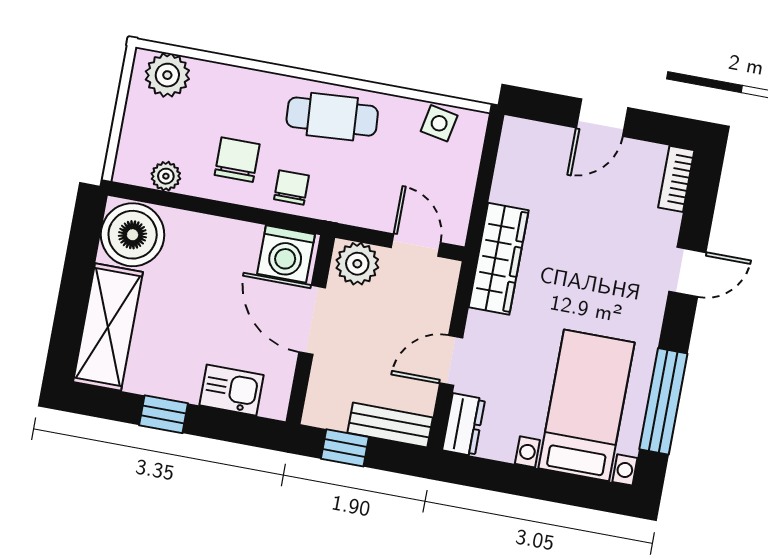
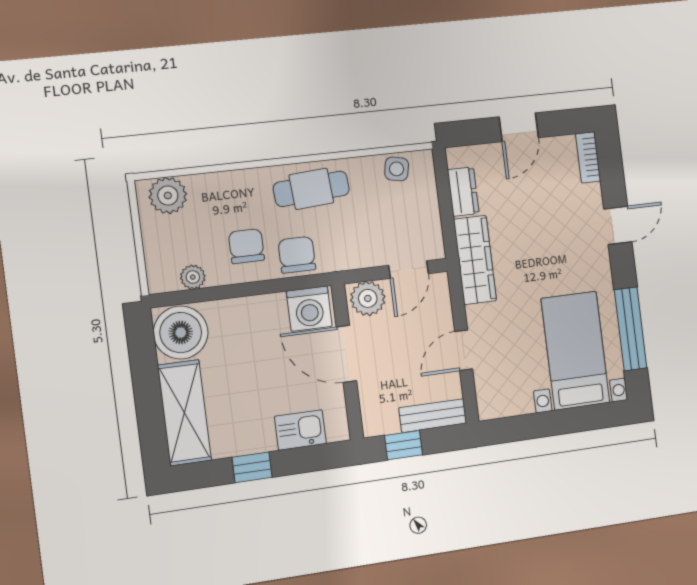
chair: (291, 187) -> (297, 255), width x1.37, depth x1.37
door: (416, 245) -> (409, 269), swing flipped
dresser: (464, 425) -> (463, 192), moved

